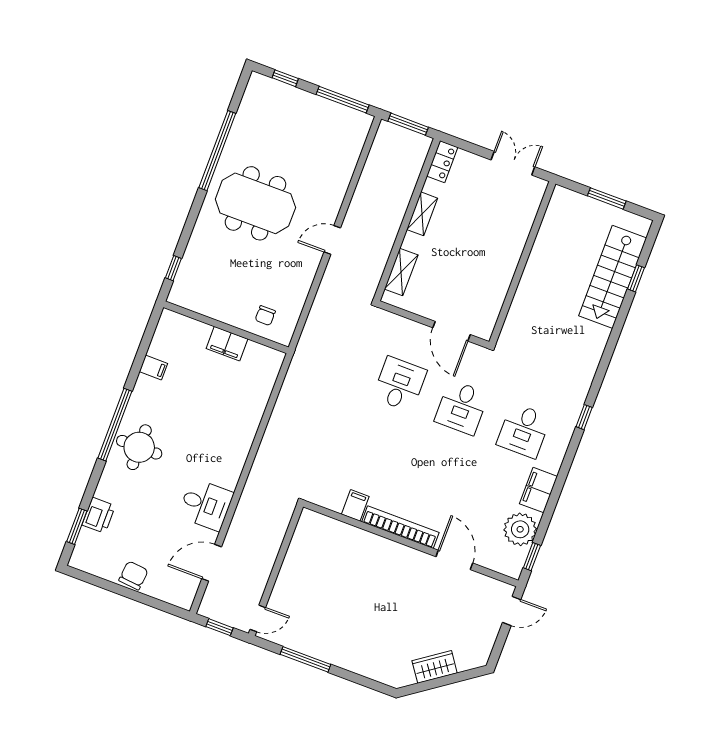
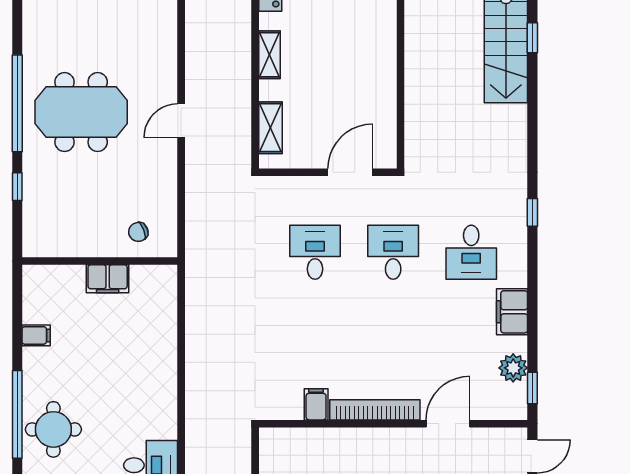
window: (217, 151) -> (17, 103), moved
window: (173, 268) -> (17, 187), moved
chair: (265, 316) -> (138, 232), turned 69
door: (451, 331) -> (350, 172), swing flipped
desk: (462, 407) -> (393, 252), turned 180
plant: (520, 529) -> (513, 368), width x0.73, depth x0.73
door: (454, 560) -> (448, 424), hinge flipped

